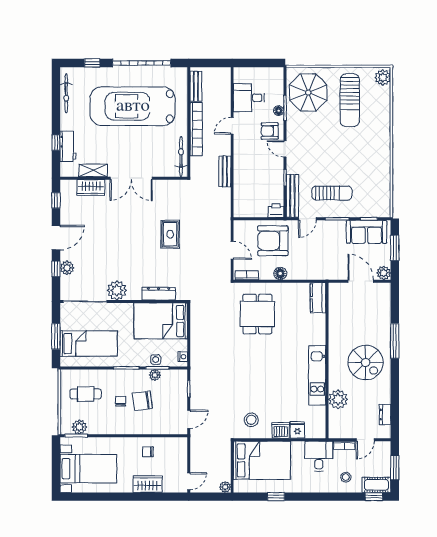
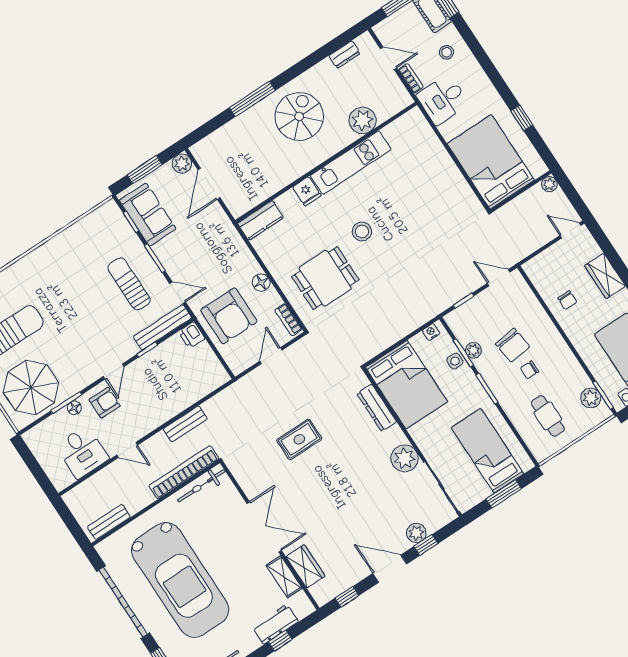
bookcase: (196, 129) -> (184, 472), moved
armchair: (270, 131) -> (105, 403), turned -90
stool: (251, 420) -> (362, 232), moved
dishwasher: (281, 430) -> (442, 163), removed
fridge: (297, 430) -> (307, 191), moved, turned -90

